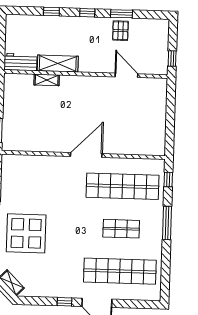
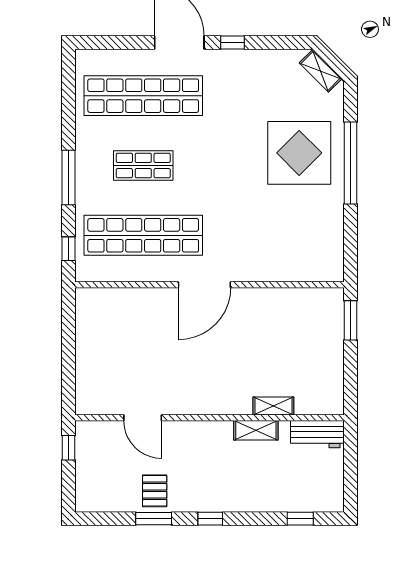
window: (51, 12) -> (300, 519), moved
shelving: (58, 64) -> (256, 430), width x0.67, depth x0.75

